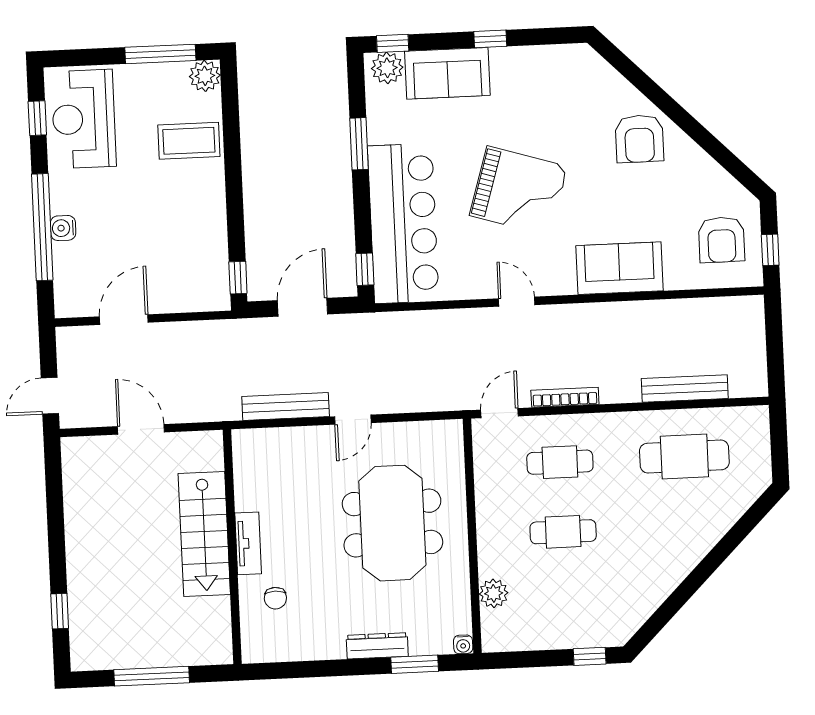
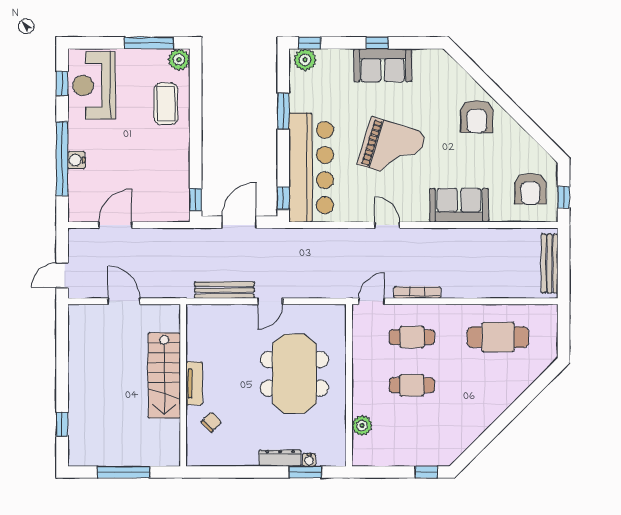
sofa: (447, 73) -> (383, 65), moved
coffee table: (189, 141) -> (166, 104), turned 90
bench: (685, 388) -> (550, 264), moved, turned 90
chair: (275, 598) -> (211, 422), turned -134
water cooler: (463, 644) -> (309, 460), moved

